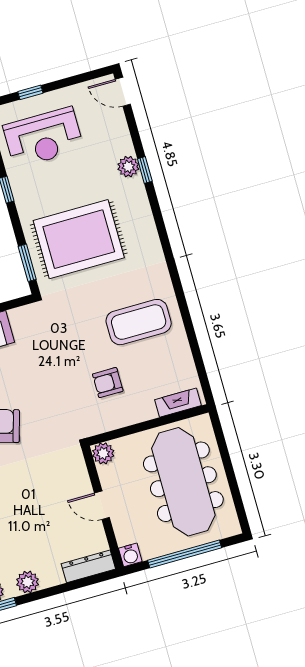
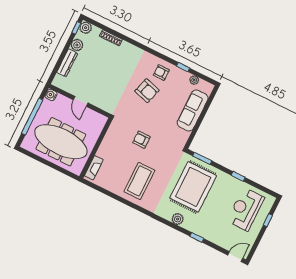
plant: (128, 167) -> (178, 219), moved
armchair: (108, 383) -> (141, 140), moved, turned -90
plant: (103, 453) -> (100, 120), removed
door: (102, 505) -> (81, 101), swing flipped
dresser: (88, 566) -> (67, 63), moved

